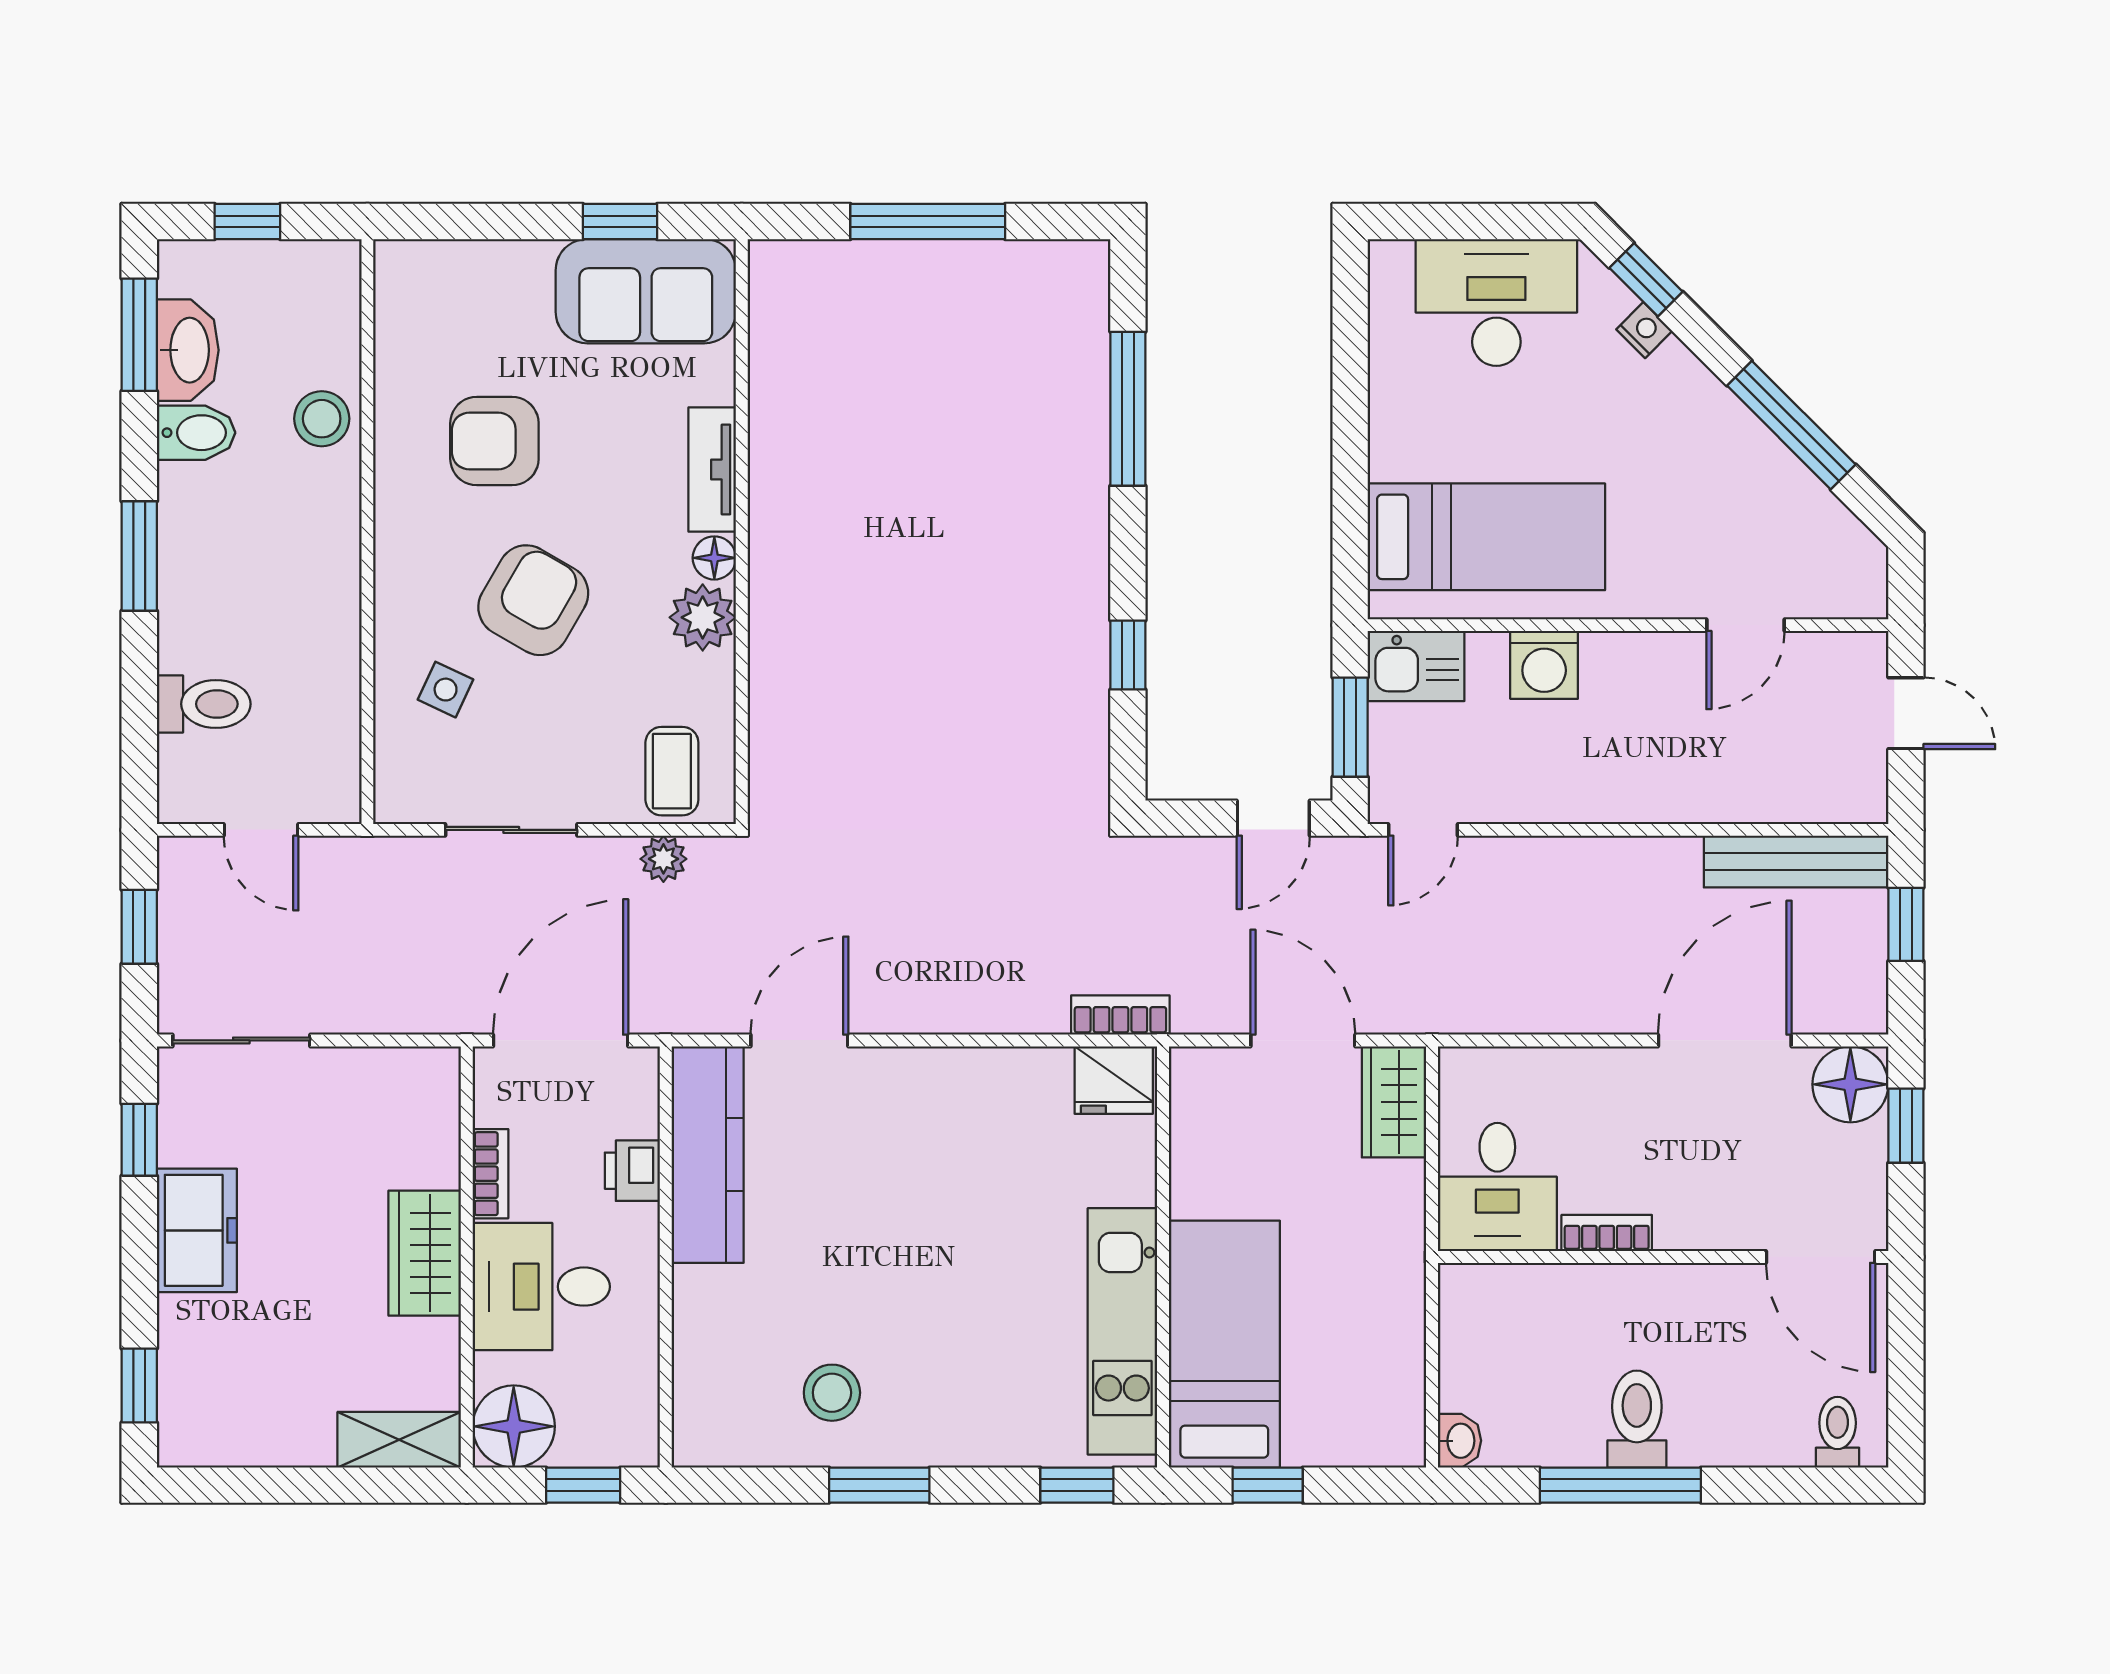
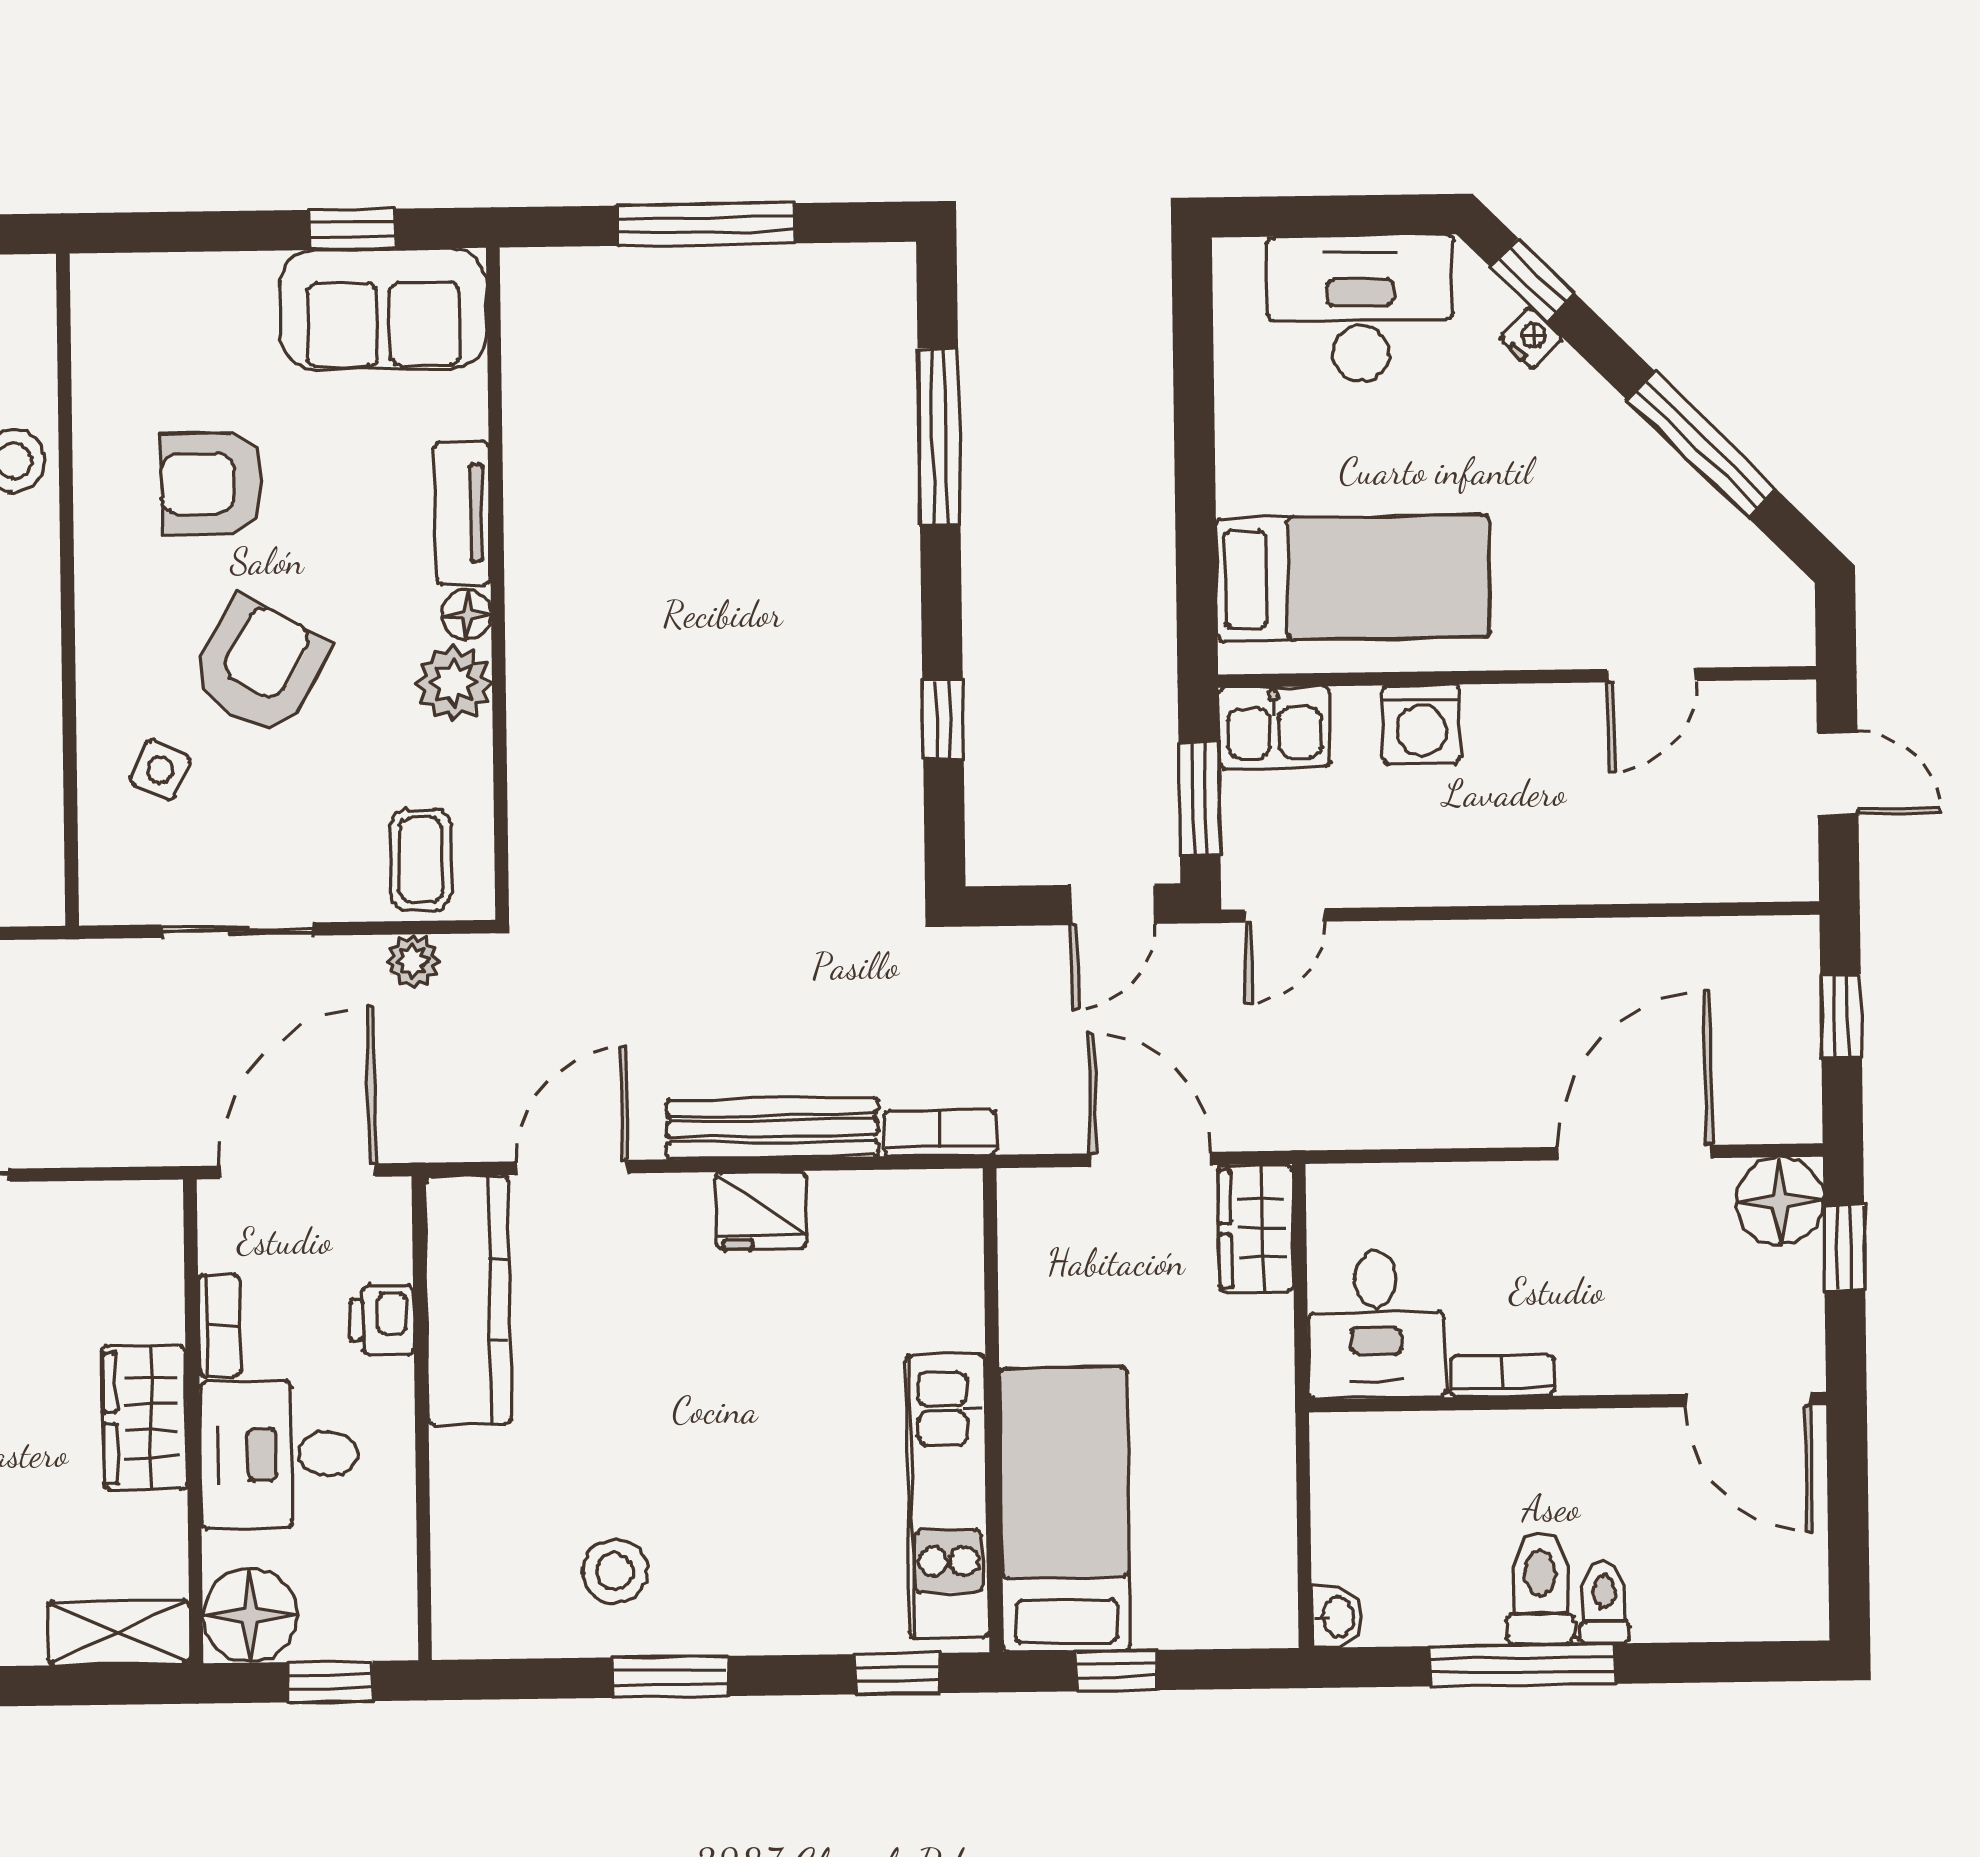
bench: (1796, 862) -> (772, 1128), moved
fridge: (1114, 1080) -> (761, 1210), moved
toilet: (1838, 1432) -> (1604, 1603), moved

